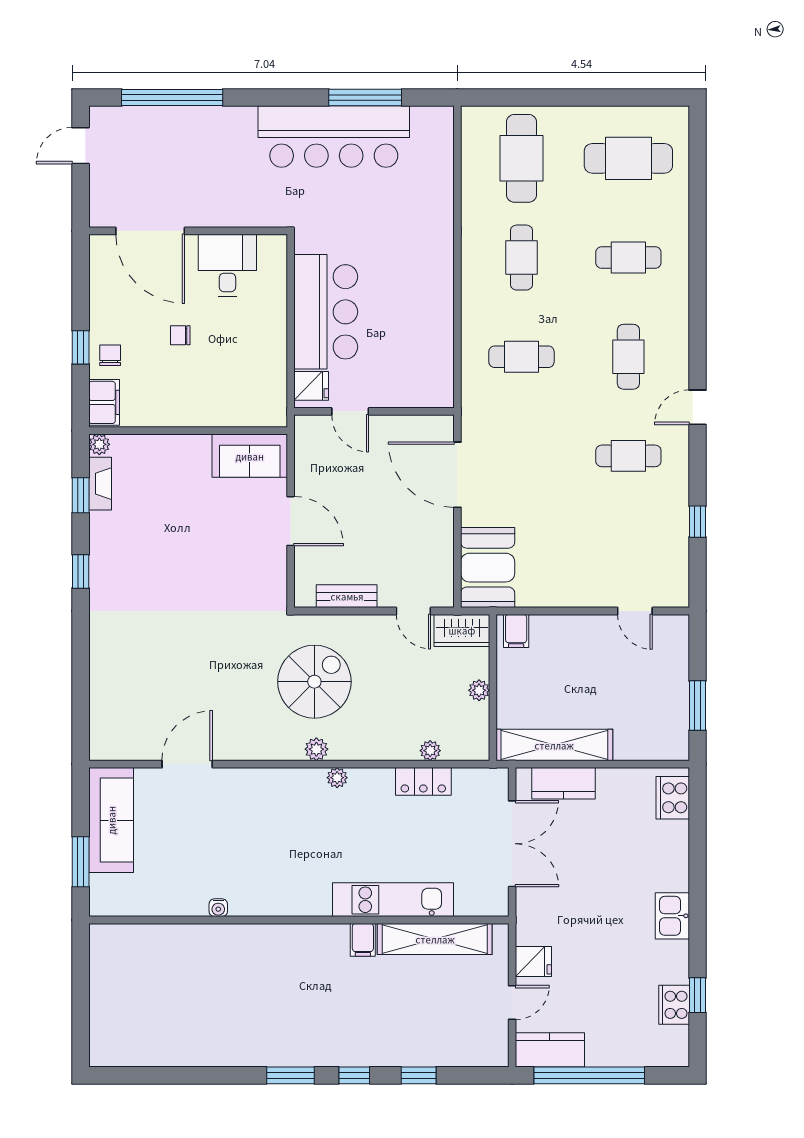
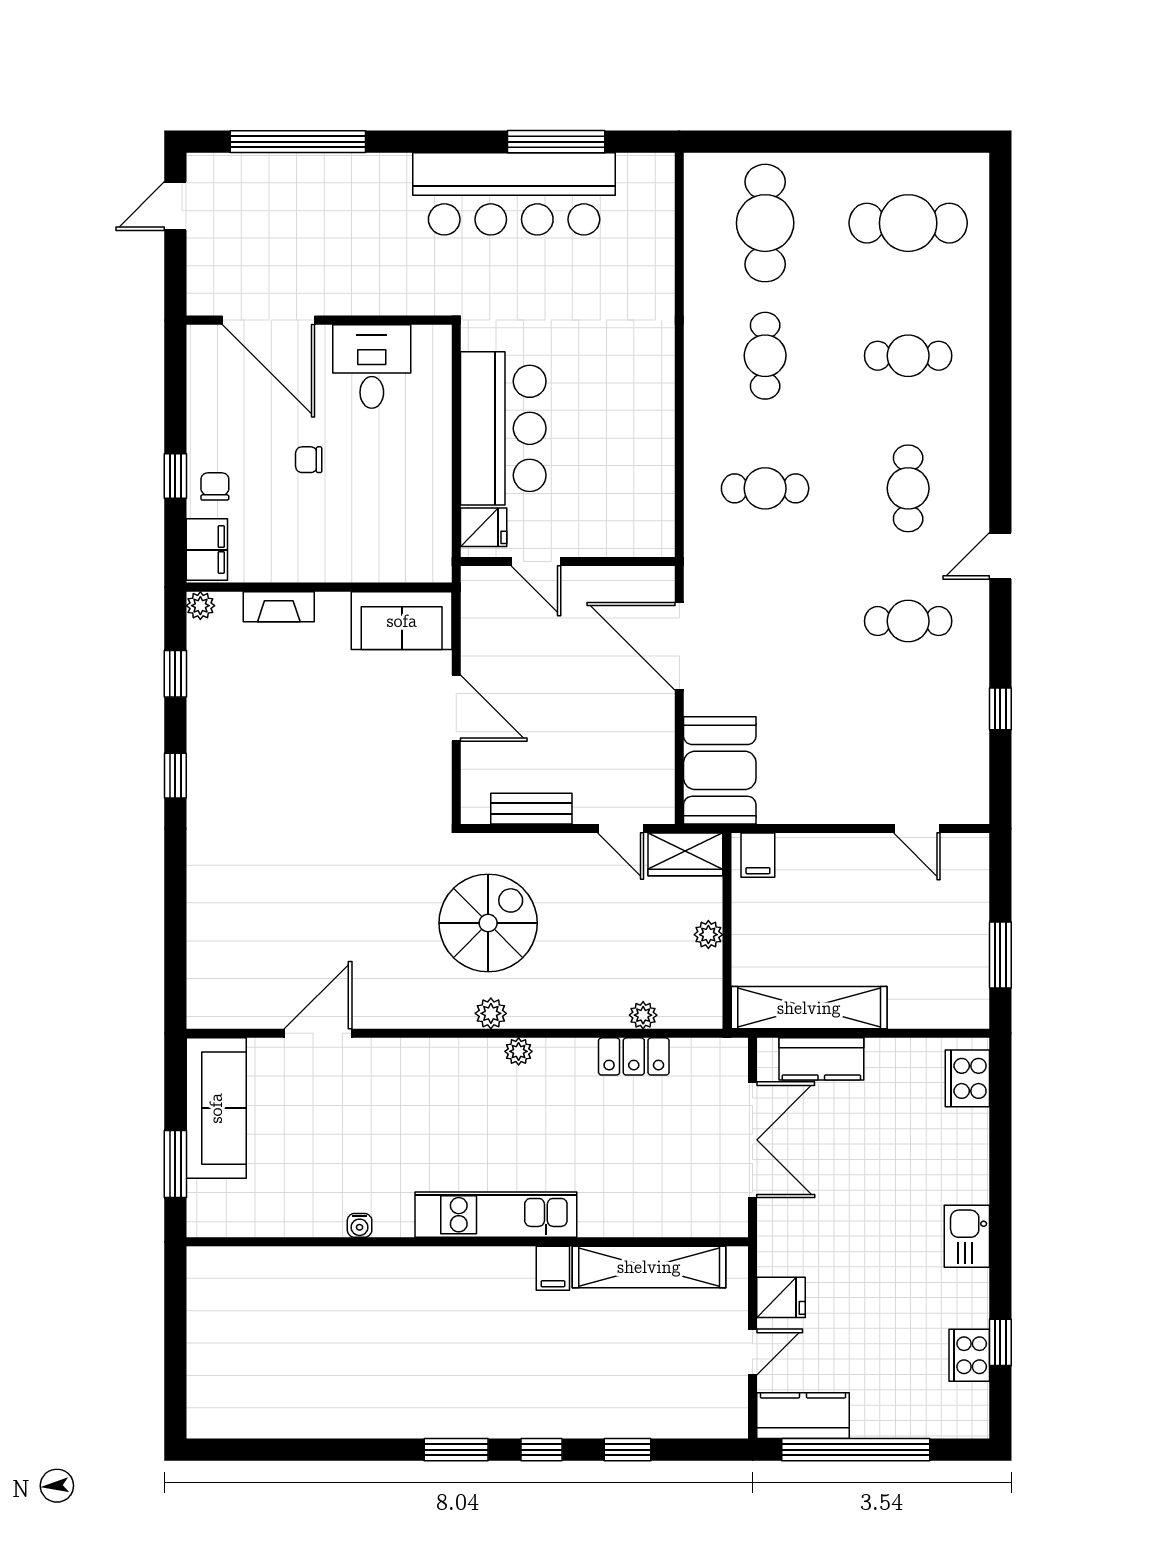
fireplace: (100, 484) -> (279, 607), moved, turned 90
kitchen unit: (393, 900) -> (496, 1215), moved

